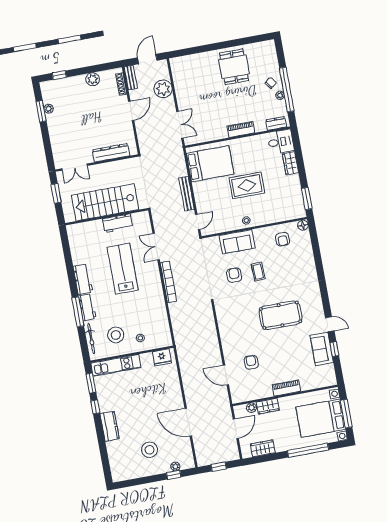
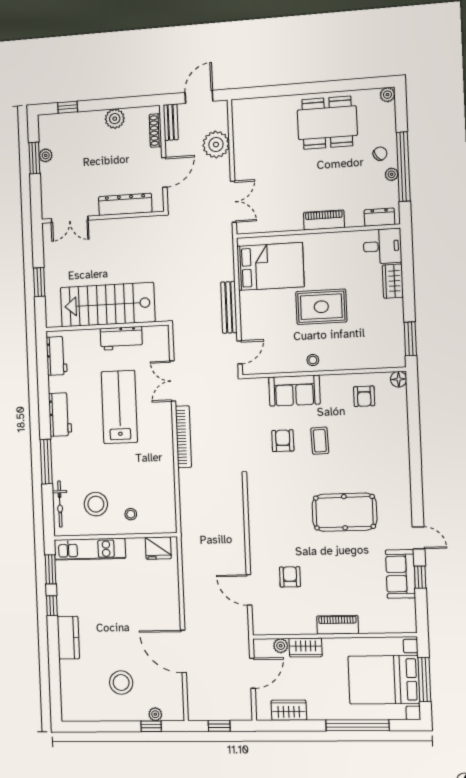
plant: (270, 45) -> (387, 95), added
dining table: (234, 67) -> (327, 123), width x1.38
dresser: (111, 153) -> (125, 204), moved
wall: (97, 163) -> (103, 217), moved
double door: (75, 167) -> (70, 219), moved
workbench: (87, 307) -> (57, 356), moved

